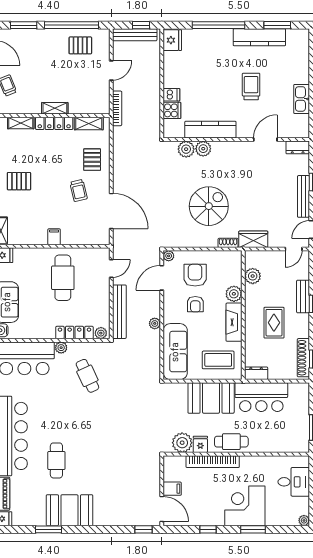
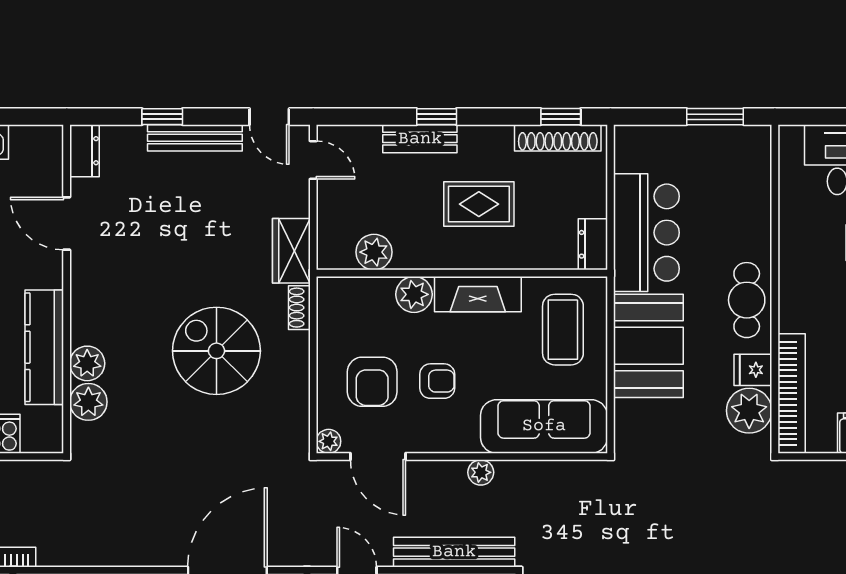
armchair: (195, 275) -> (372, 382), turned -90
bookcase: (213, 462) -> (792, 393), moved

